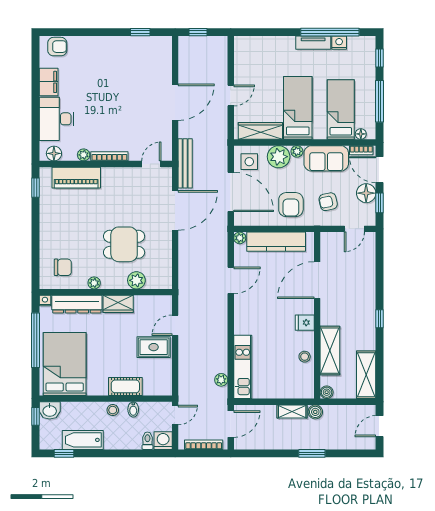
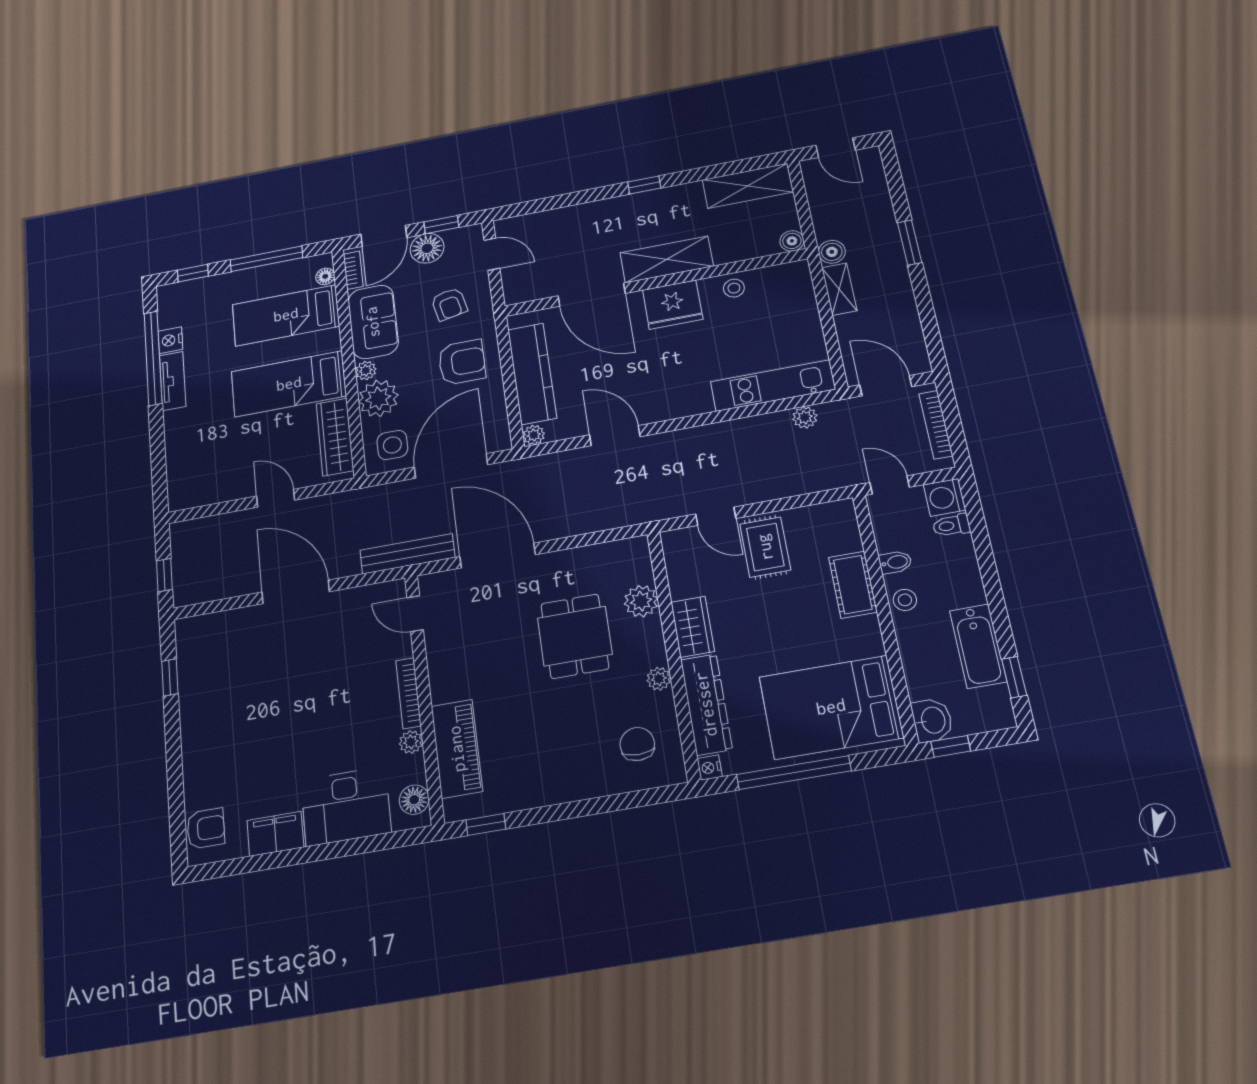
armchair: (57, 47) -> (206, 829), turned 90
fridge: (305, 323) -> (673, 305), width x1.88, depth x1.34
shelving: (330, 351) -> (667, 259), moved

